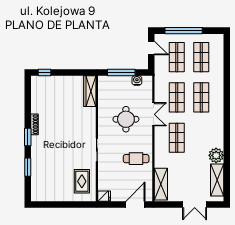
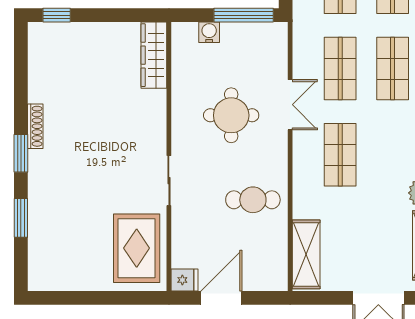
window: (121, 73) -> (244, 15), moved
water cooler: (137, 80) -> (209, 32), moved
rug: (82, 181) -> (137, 248), width x1.36, depth x1.43
door: (135, 204) -> (221, 298), moved

